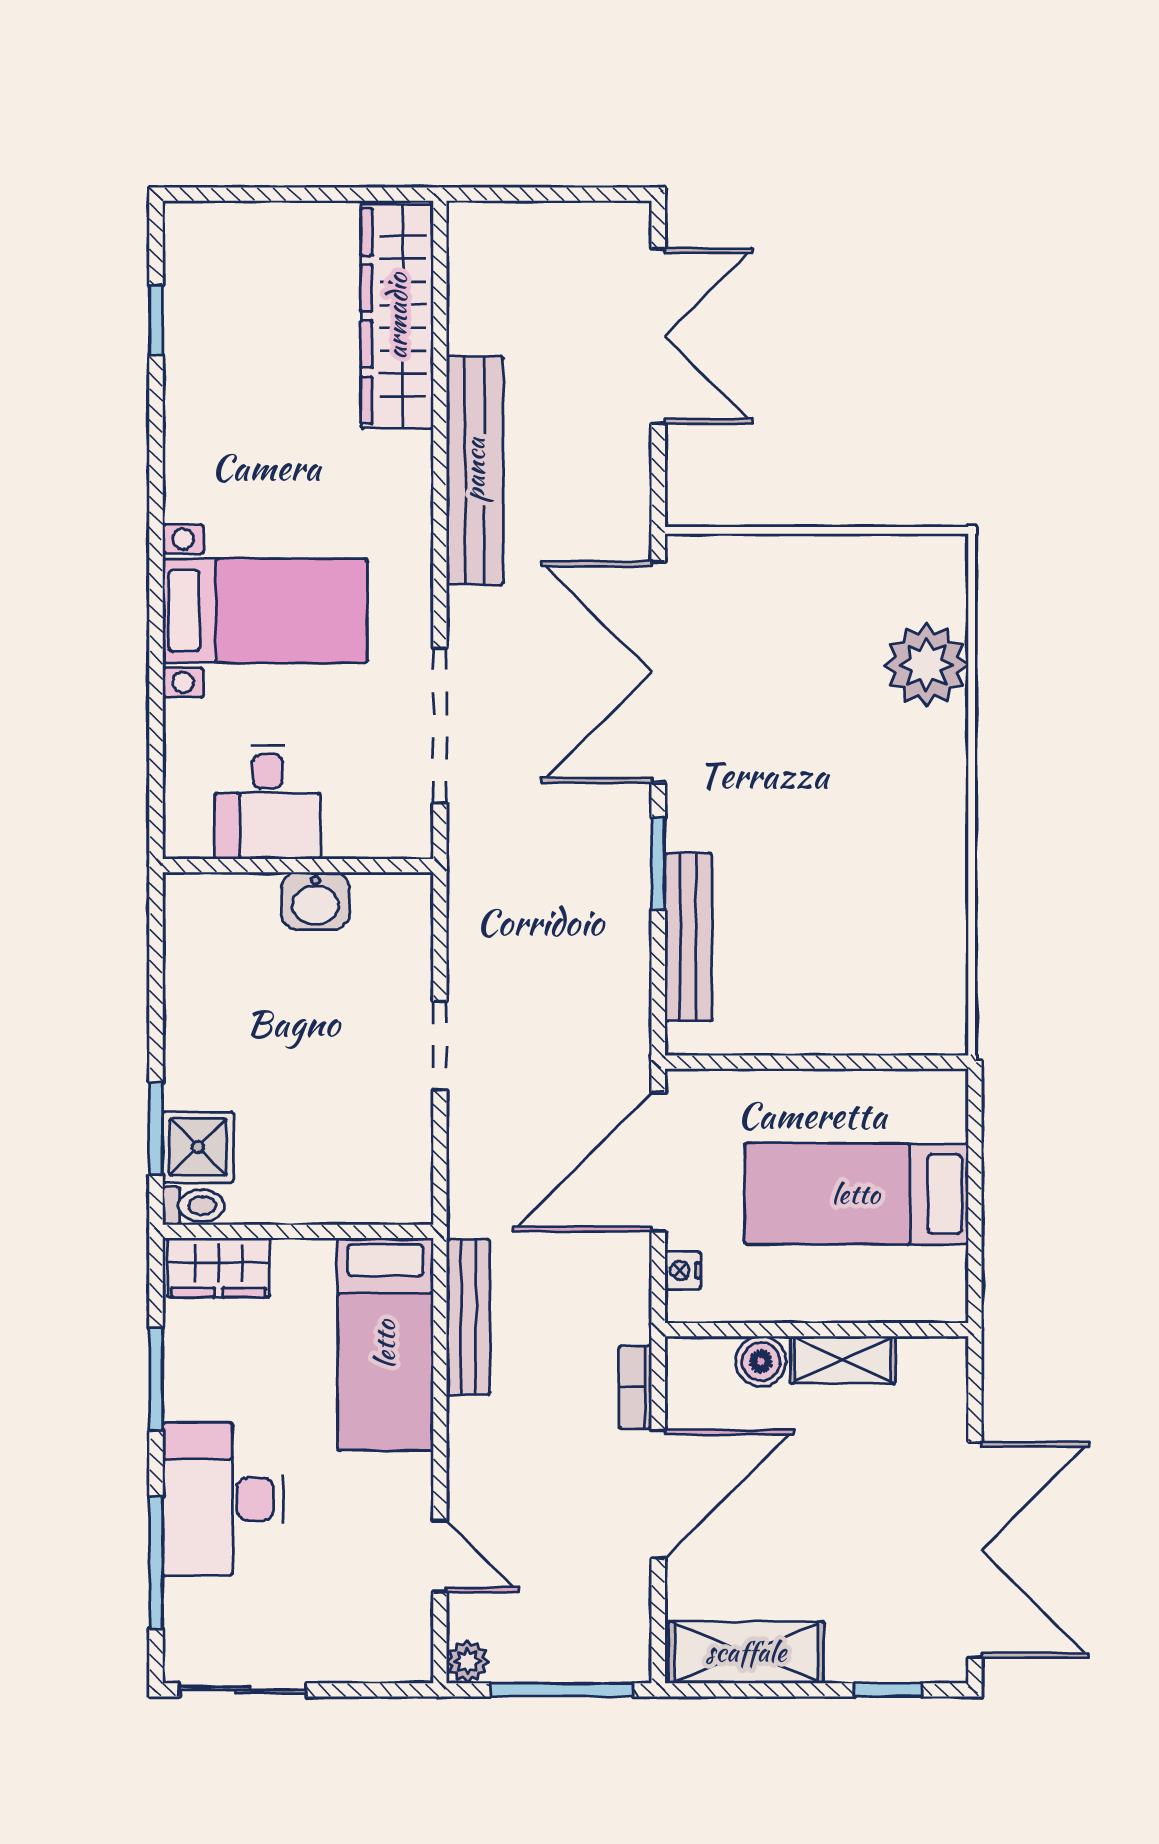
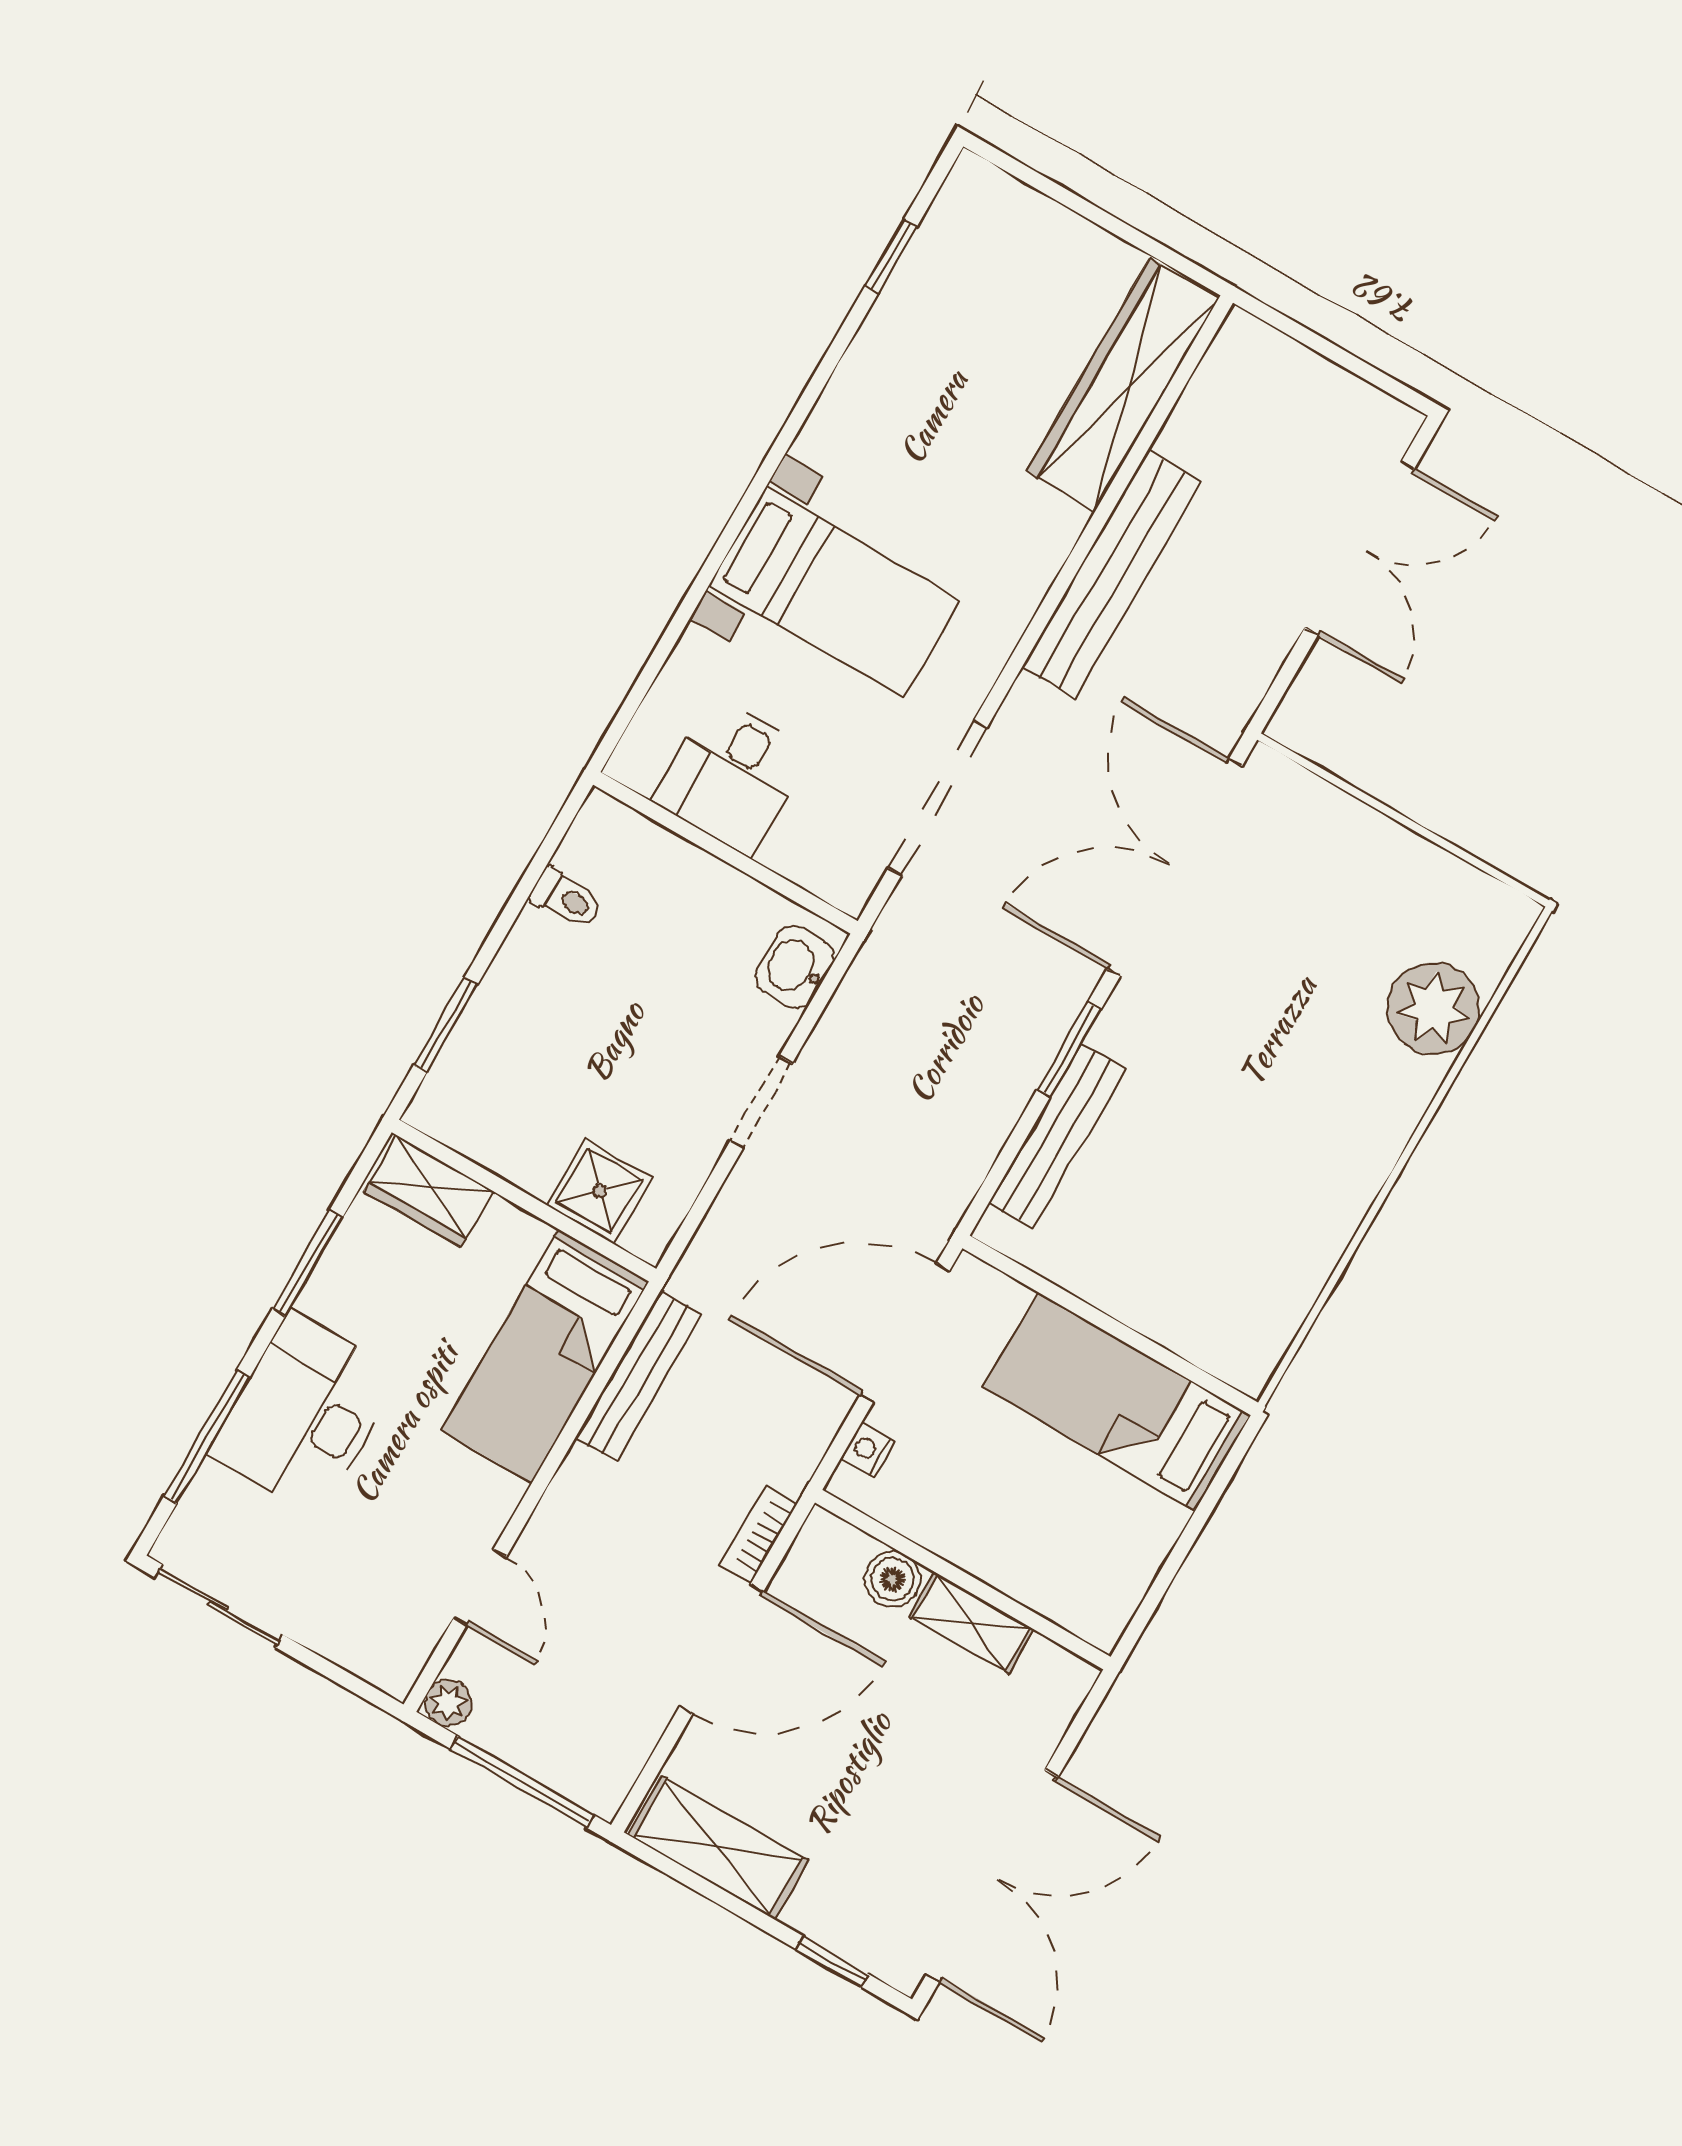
washbasin: (315, 901) -> (794, 967), moved, turned 90
shower: (198, 1147) -> (600, 1191), moved
bed: (856, 1194) -> (1117, 1401), moved
toilet: (193, 1206) -> (566, 899), moved

